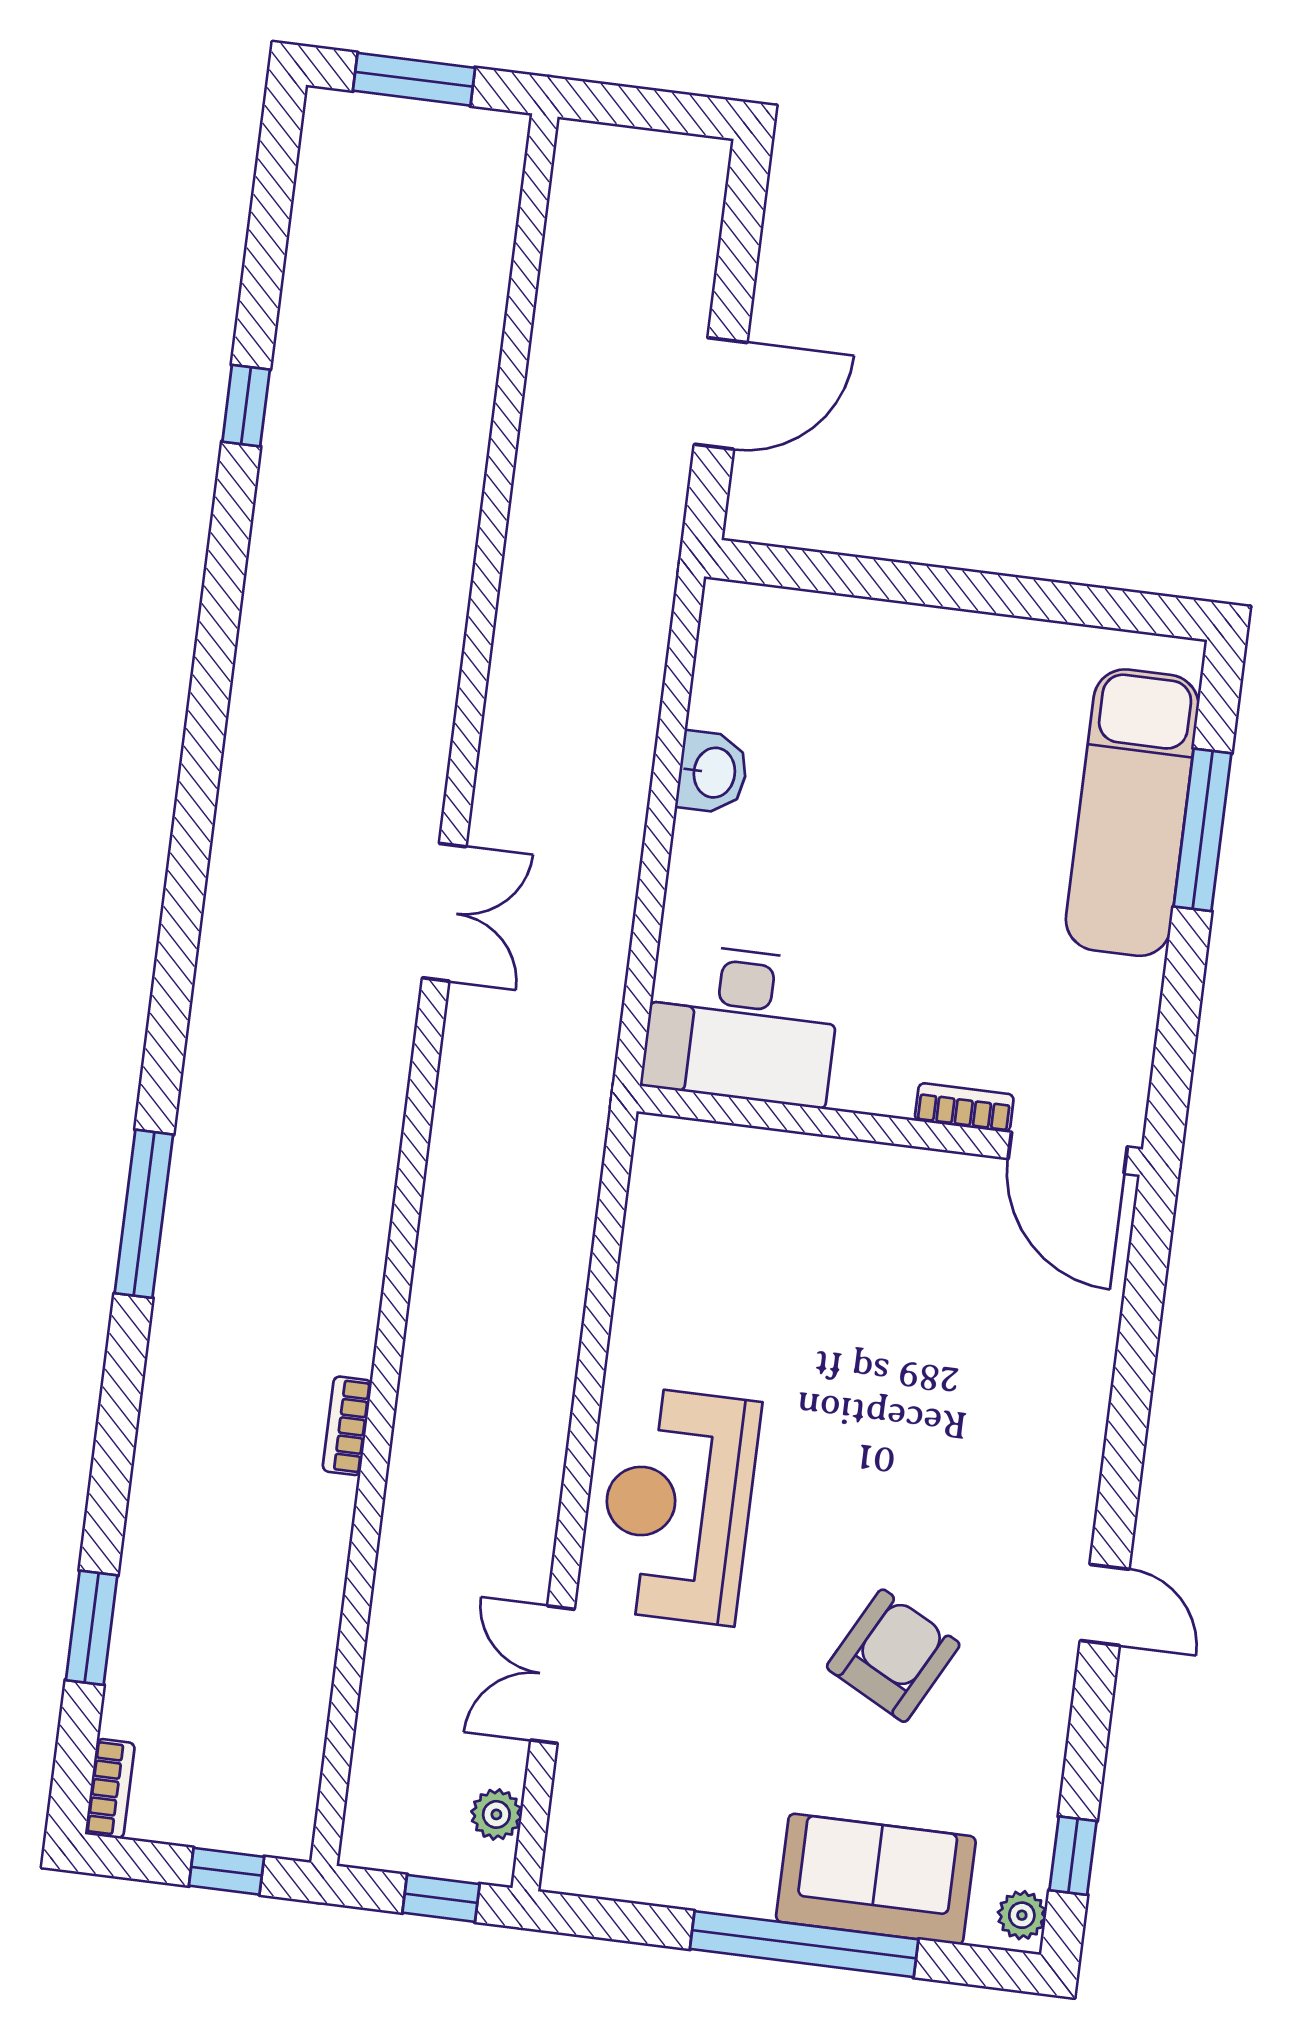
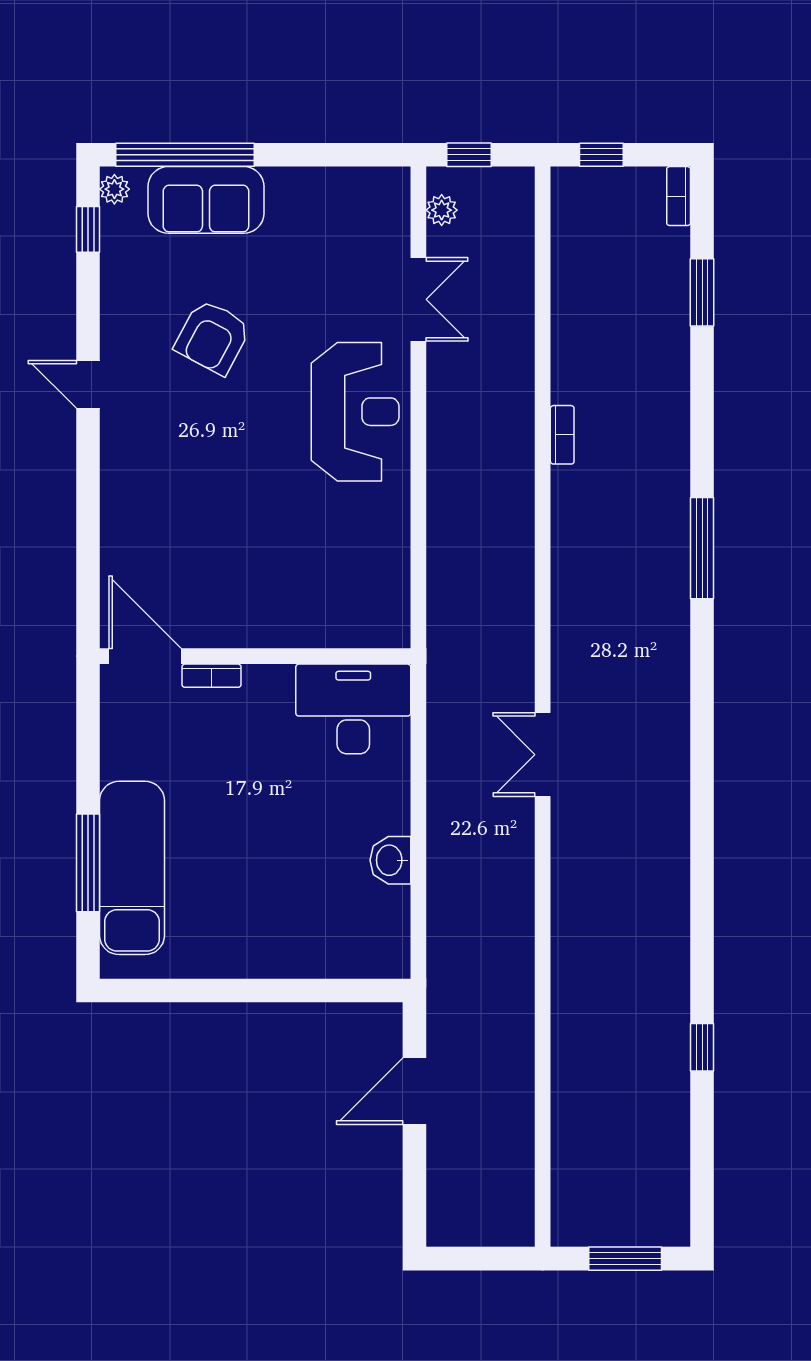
window: (804, 1944) -> (185, 155), moved

